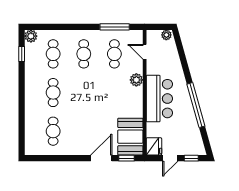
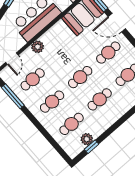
plant: (31, 36) -> (87, 139), moved
cafe table: (84, 93) -> (80, 77), added
cafe table: (84, 131) -> (108, 53), added

